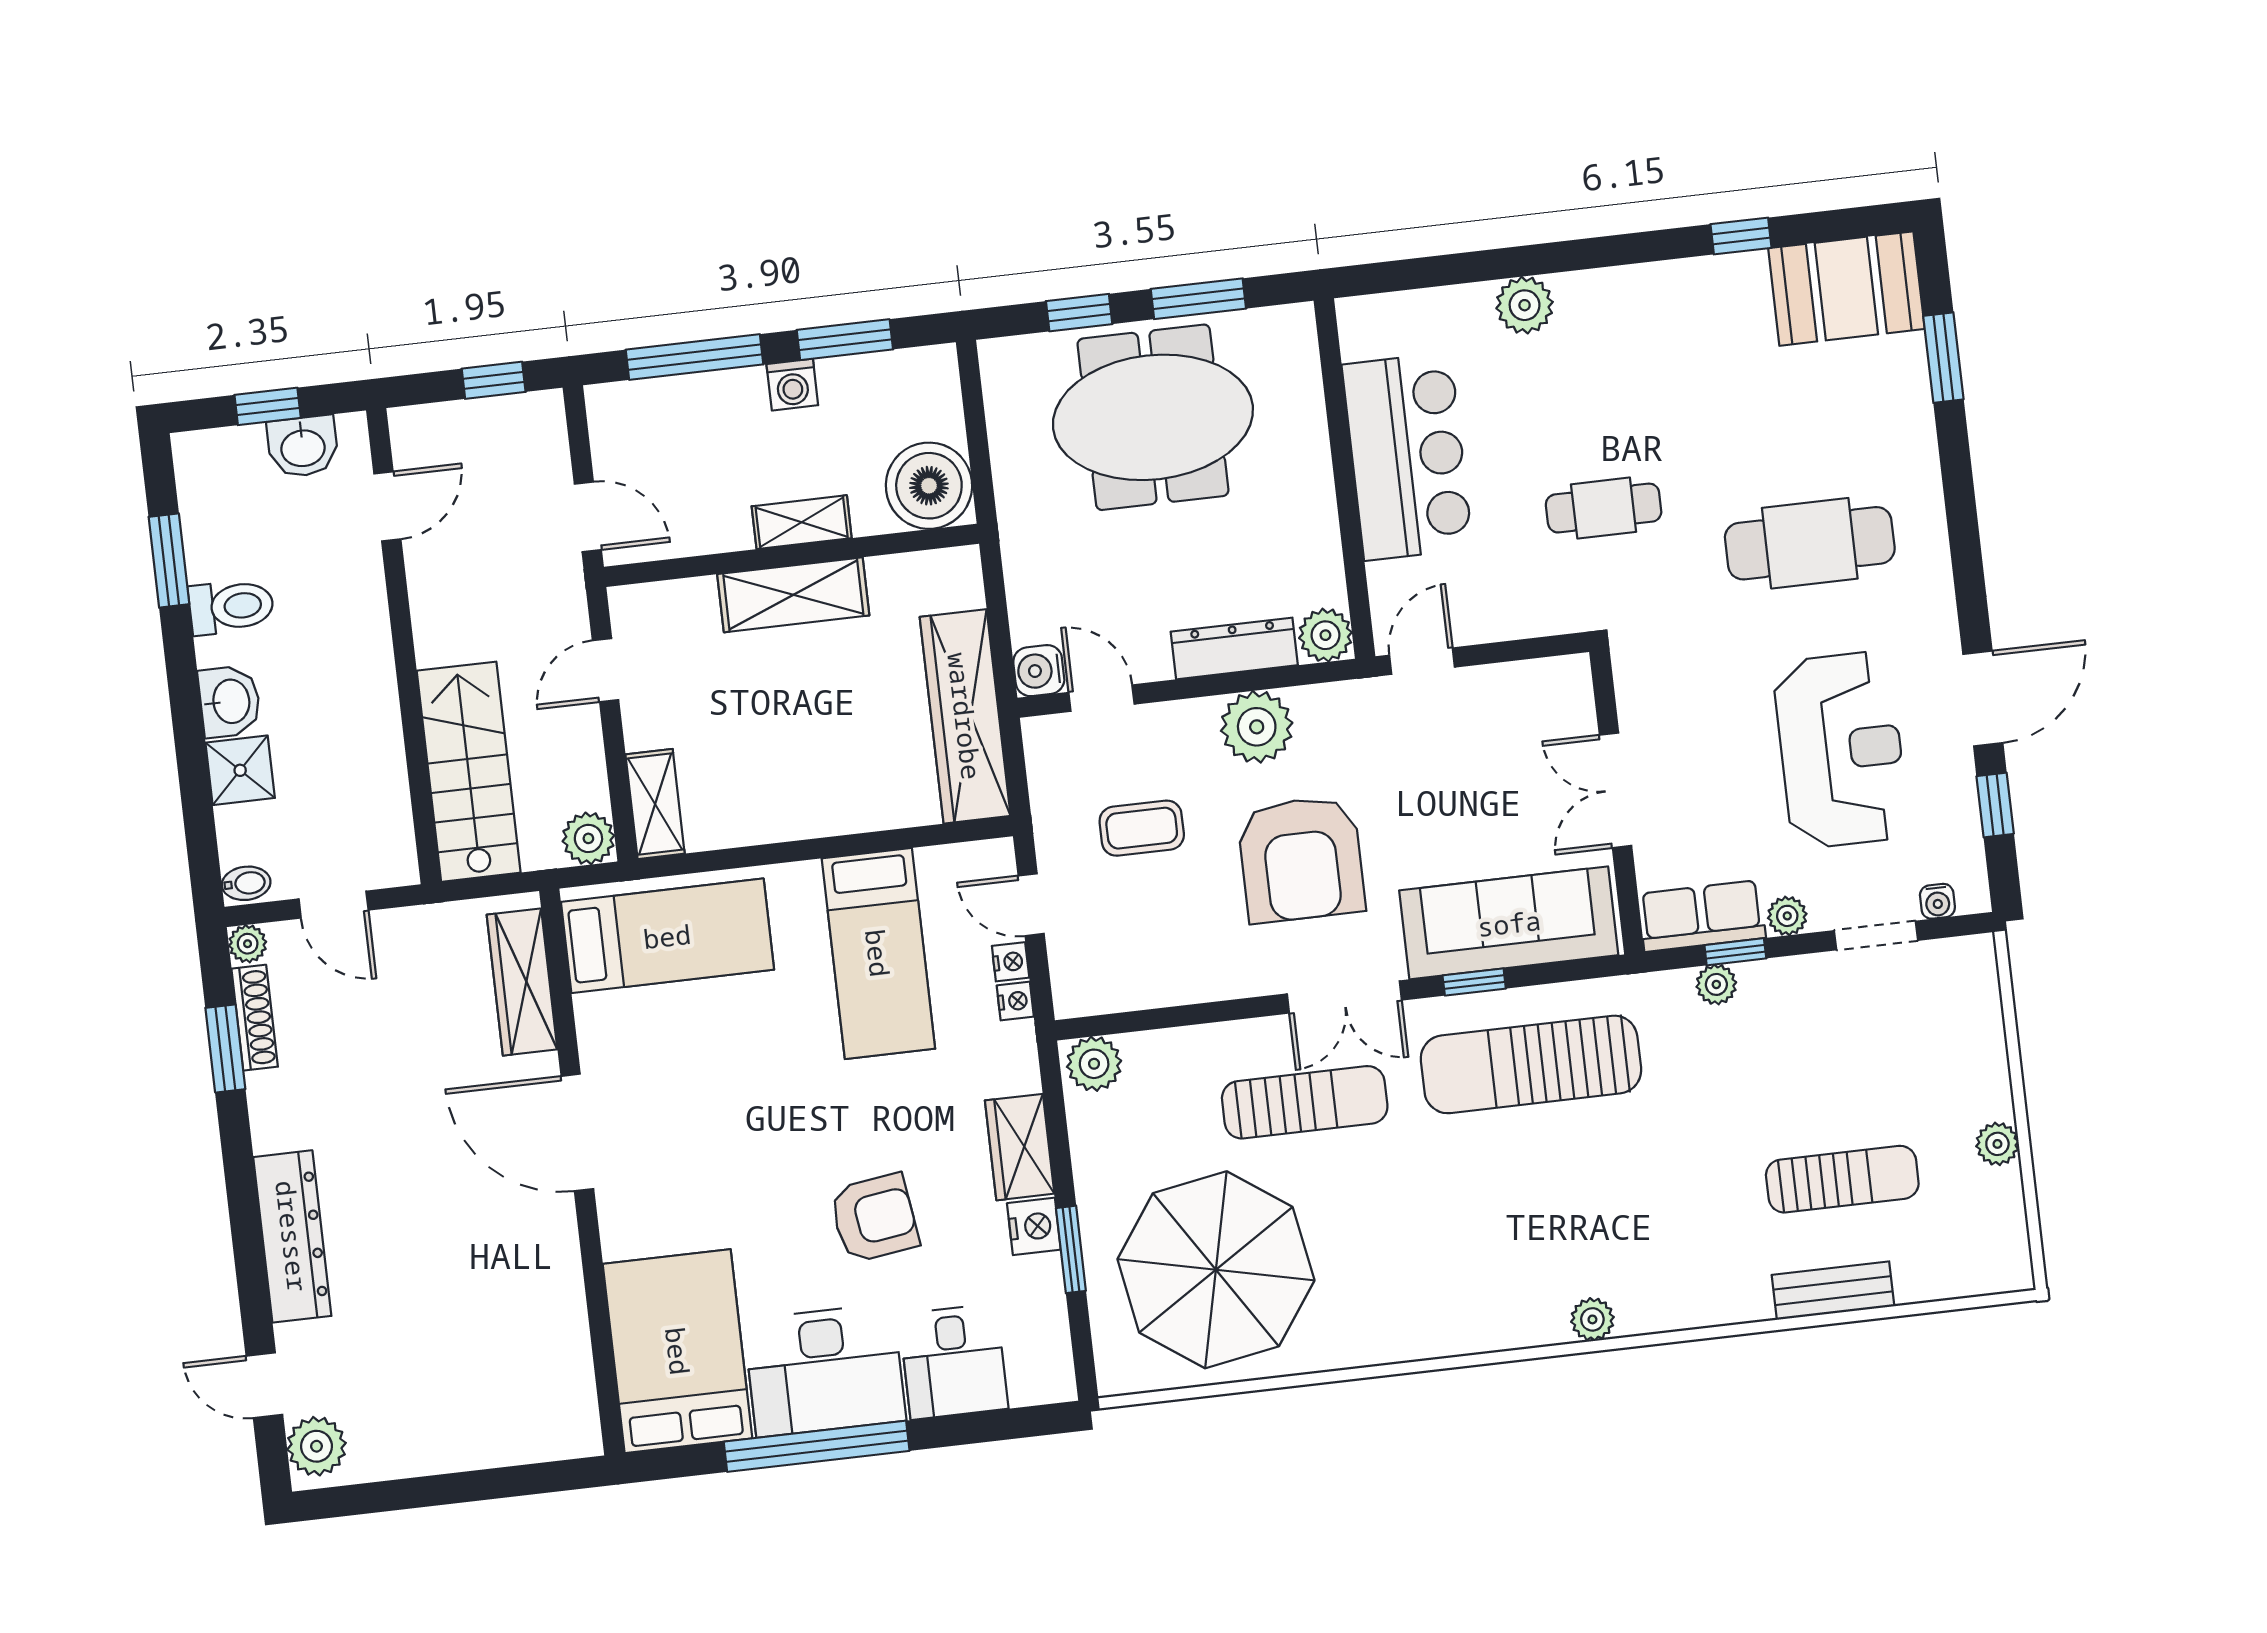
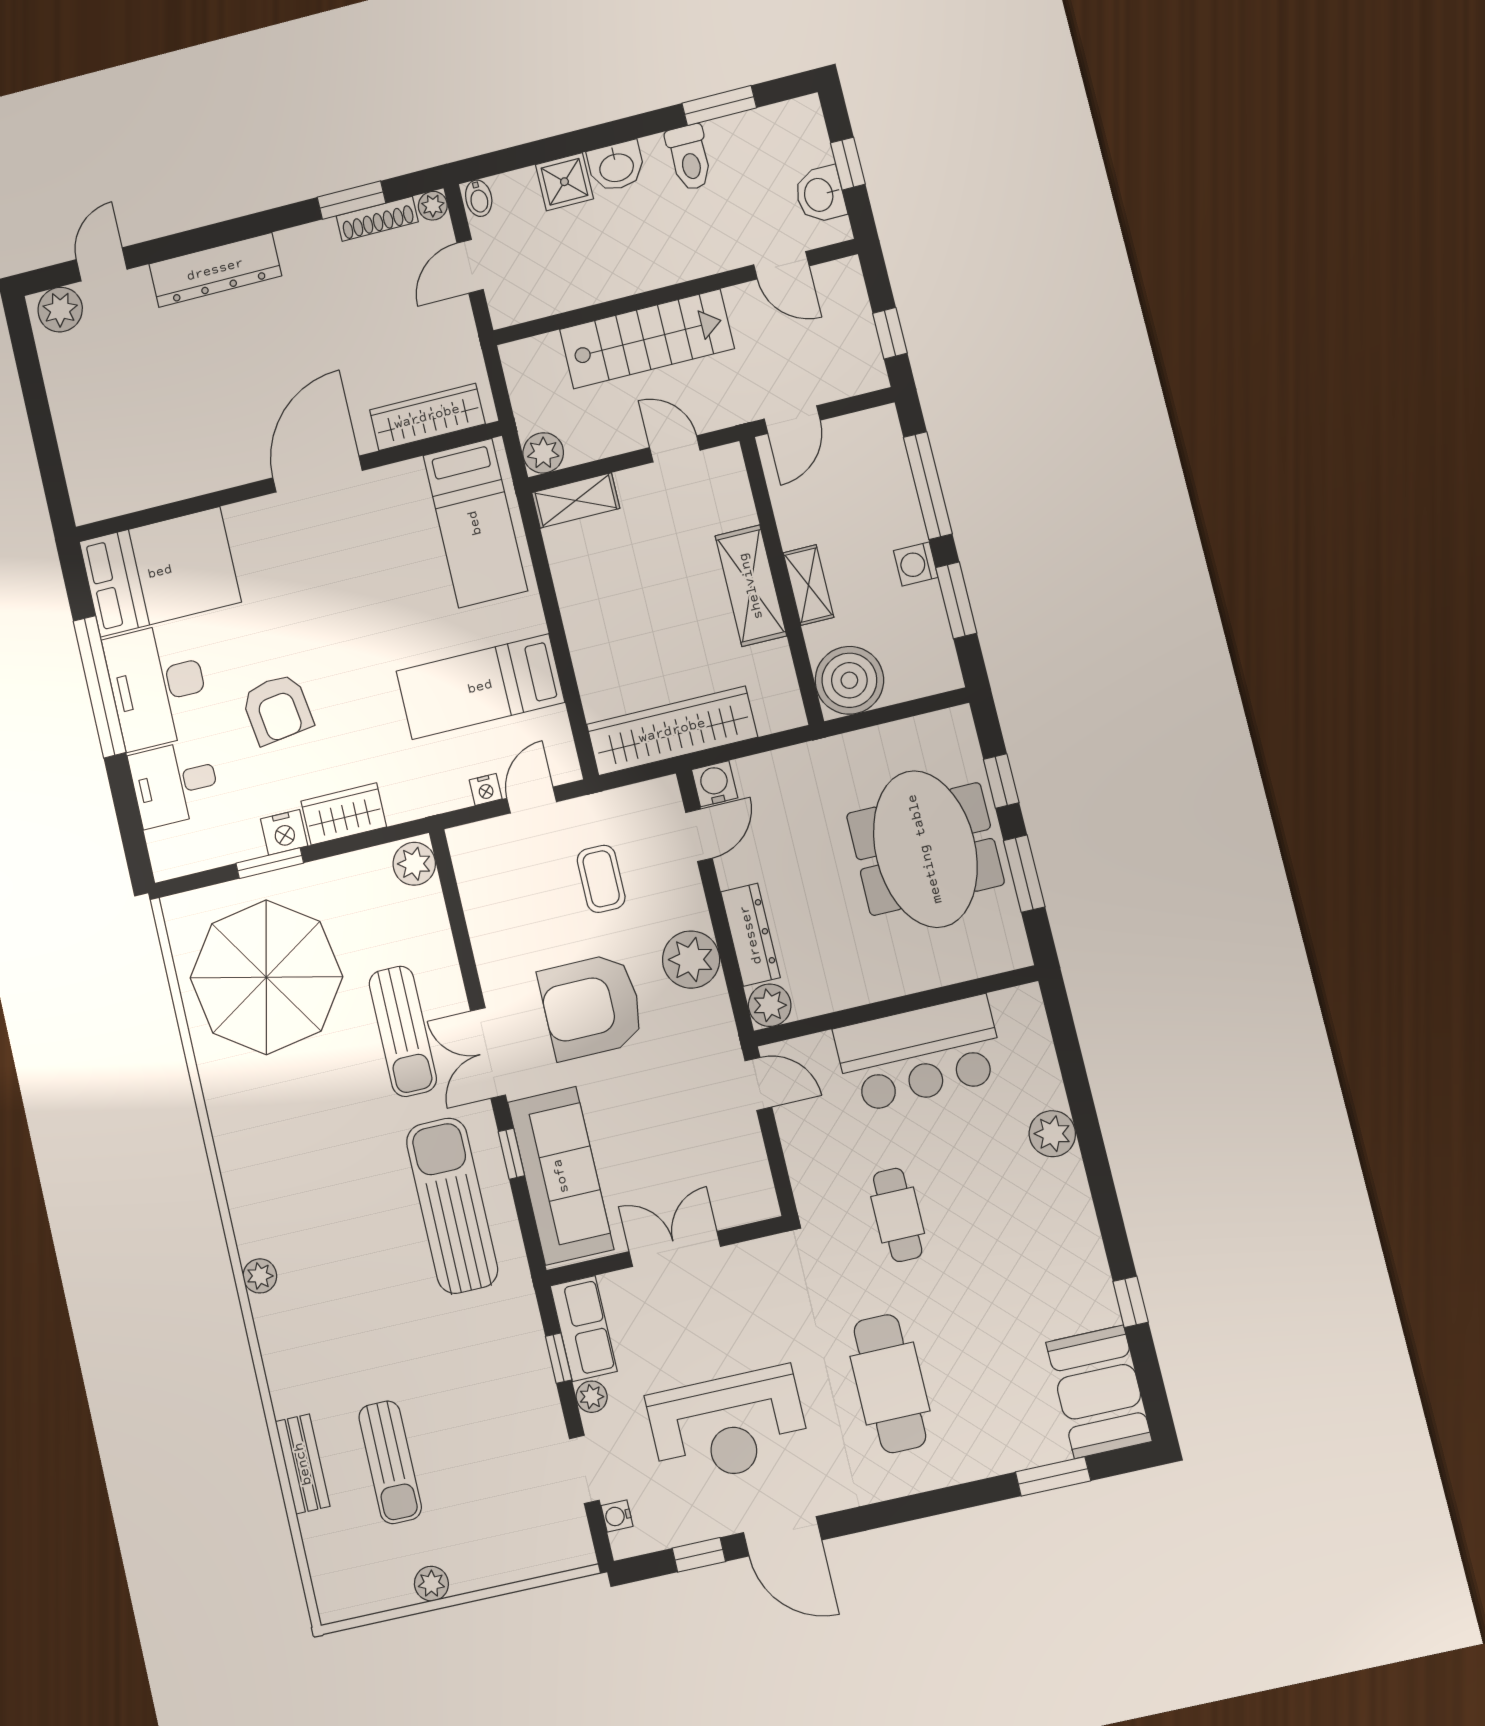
stairs: (469, 772) -> (647, 339), moved
plant: (1716, 984) -> (531, 1346), removed
nightstand: (1015, 1001) -> (456, 797), removed

